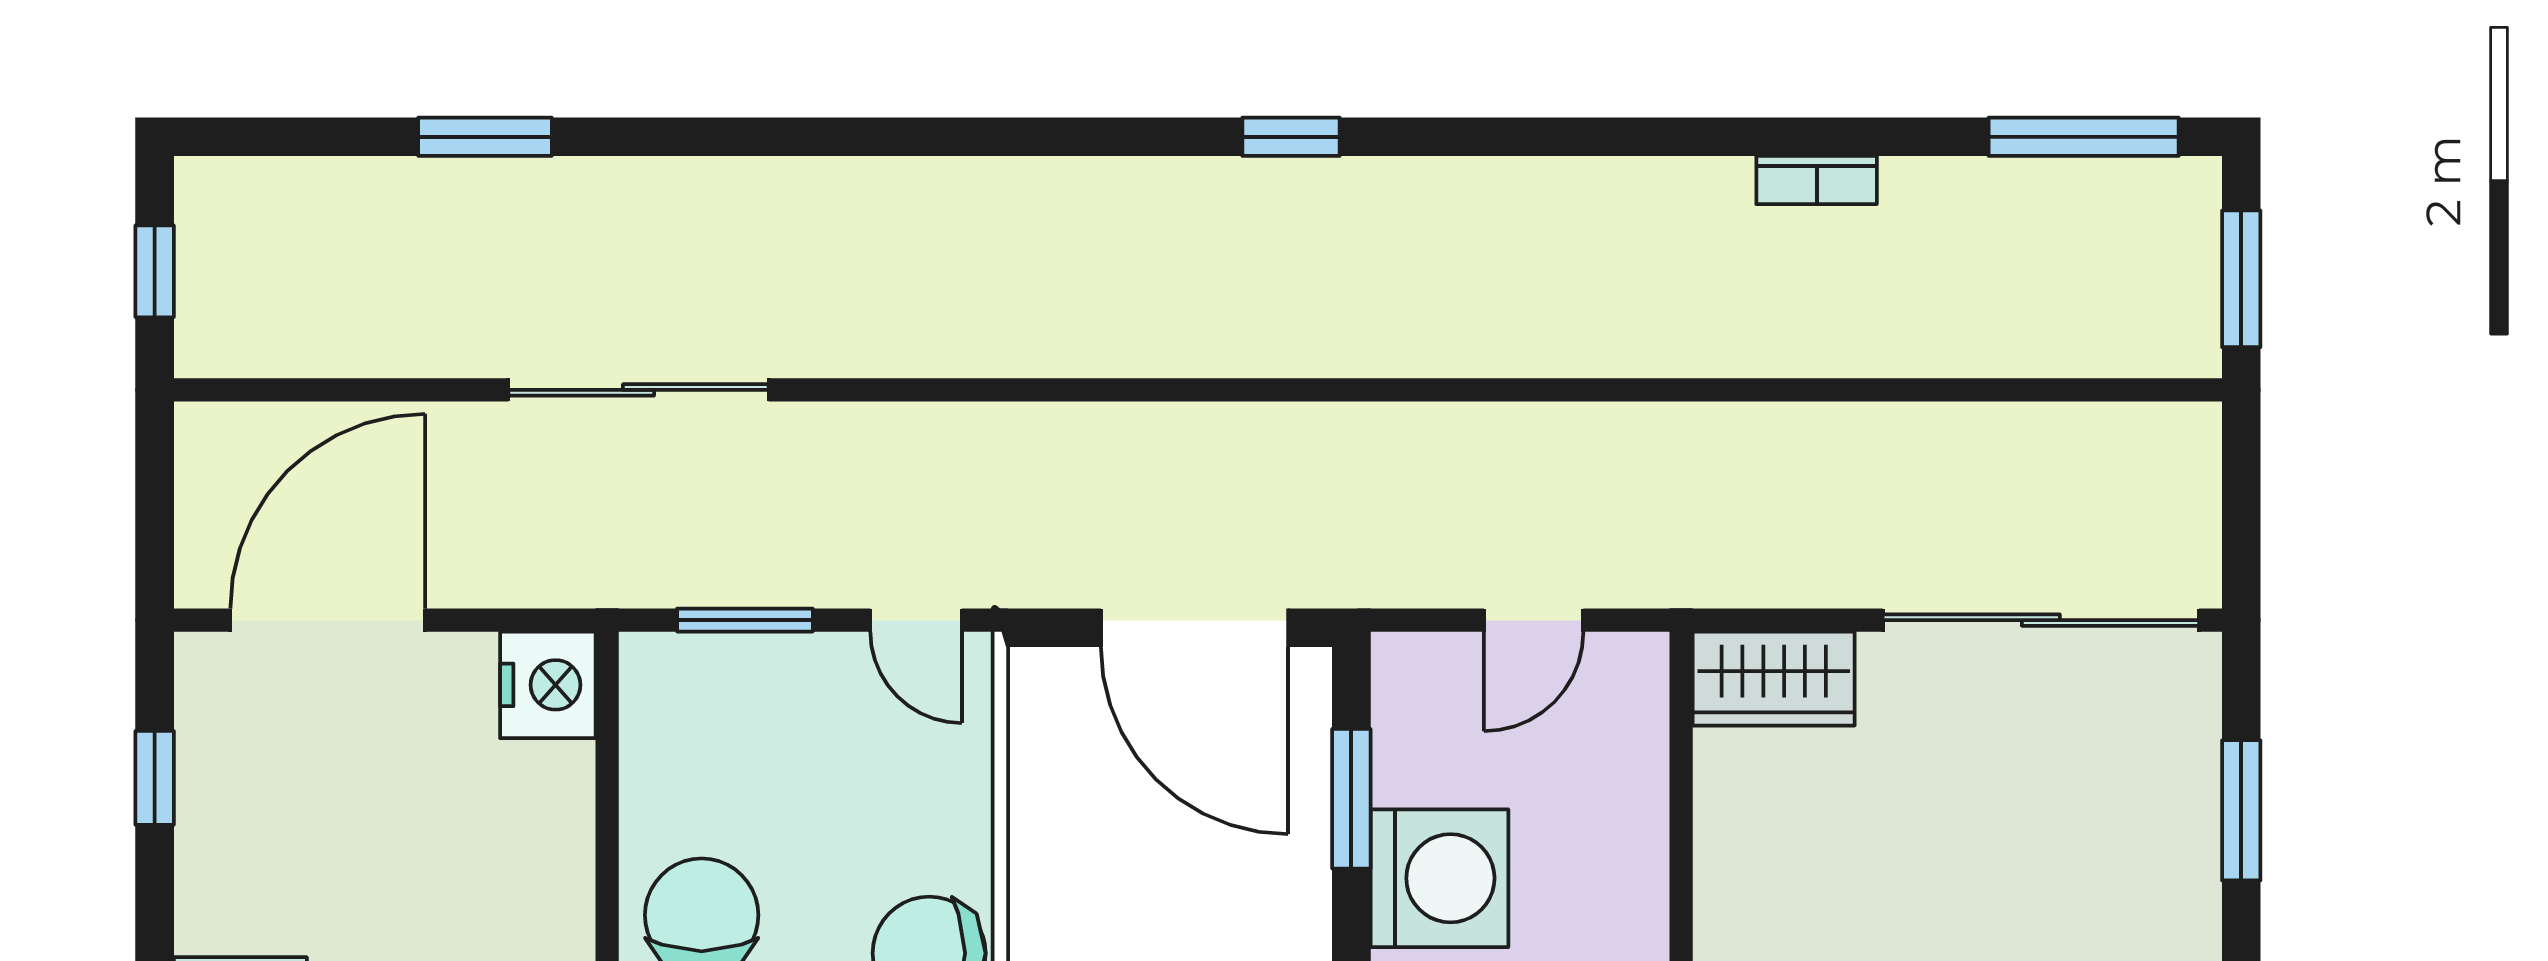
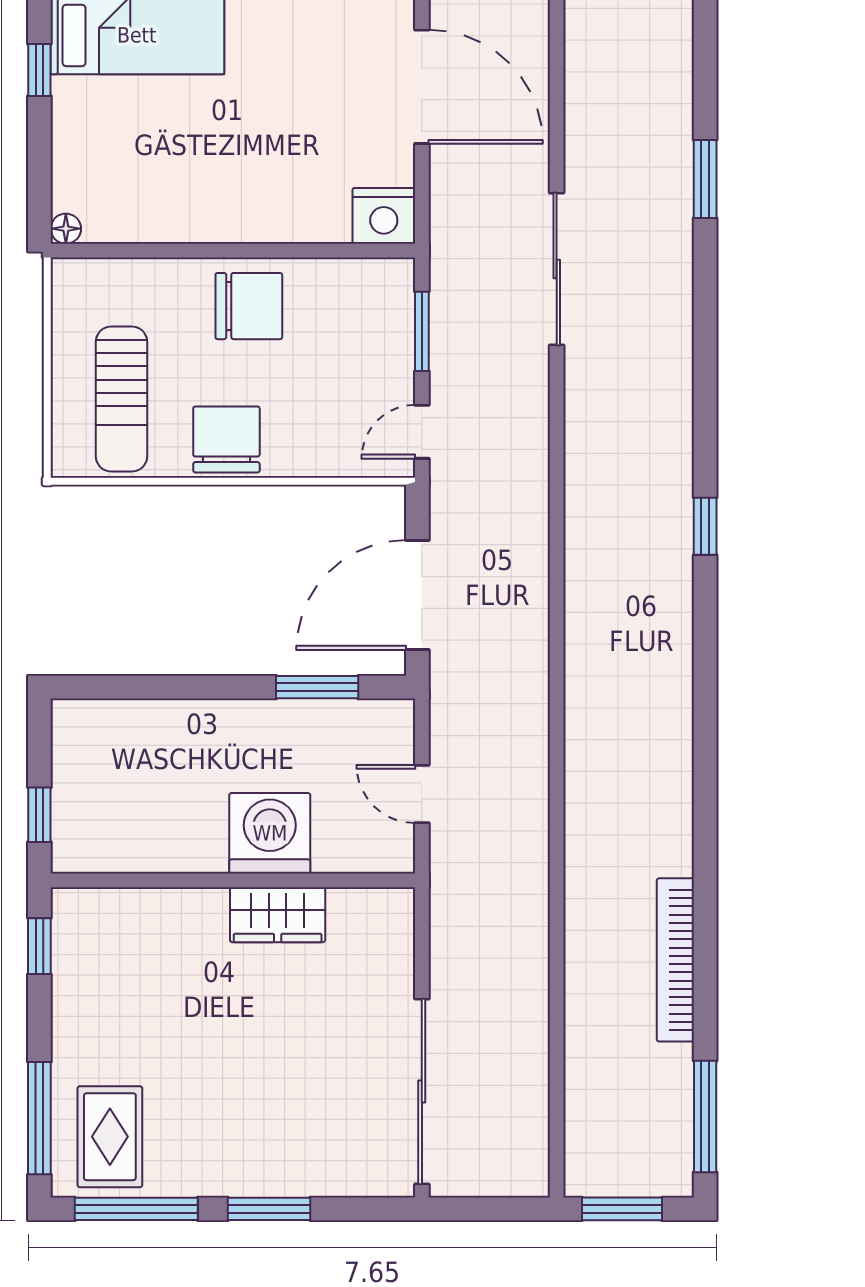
window: (1291, 137) -> (705, 526), moved
bookcase: (1817, 180) -> (675, 960), width x2.31, depth x1.31
wardrobe: (1774, 679) -> (278, 915), moved, turned -90
window: (2241, 810) -> (269, 1209), moved
washing machine: (1439, 878) -> (270, 833), moved, turned 180

